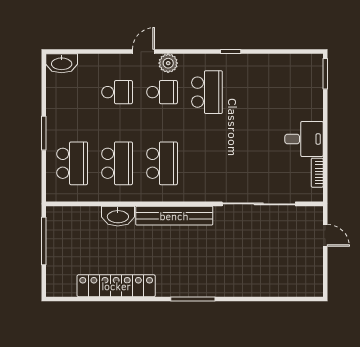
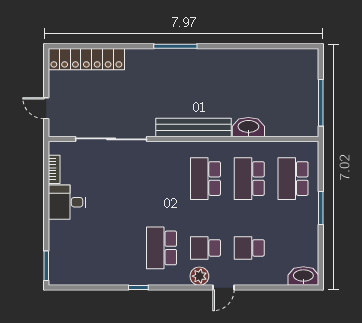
locker: (116, 286) -> (86, 59), moved

